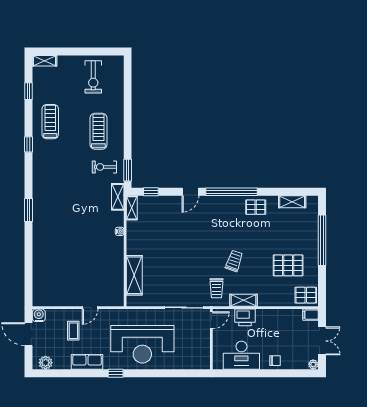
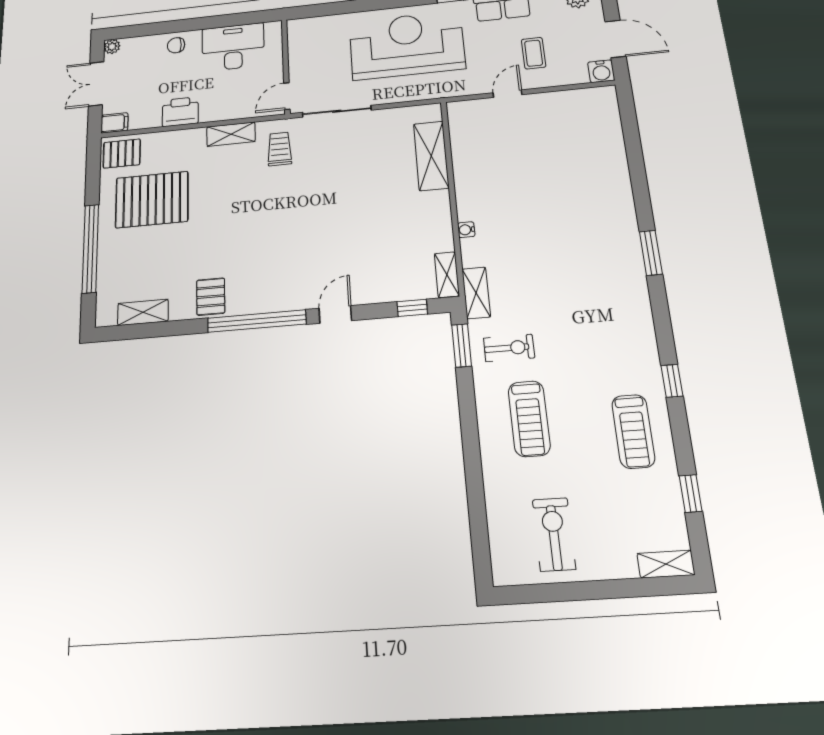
pallet: (256, 207) -> (211, 297), turned 90
trolley: (234, 261) -> (249, 198), removed
pallet: (288, 265) -> (152, 200), width x1.37, depth x1.41
printer: (245, 317) -> (180, 112), moved

